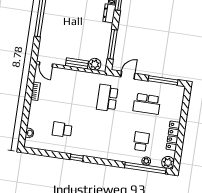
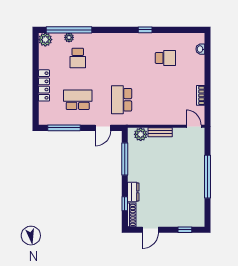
school desk: (107, 98) -> (122, 100), turned 180
locker: (173, 136) -> (44, 85), moved

